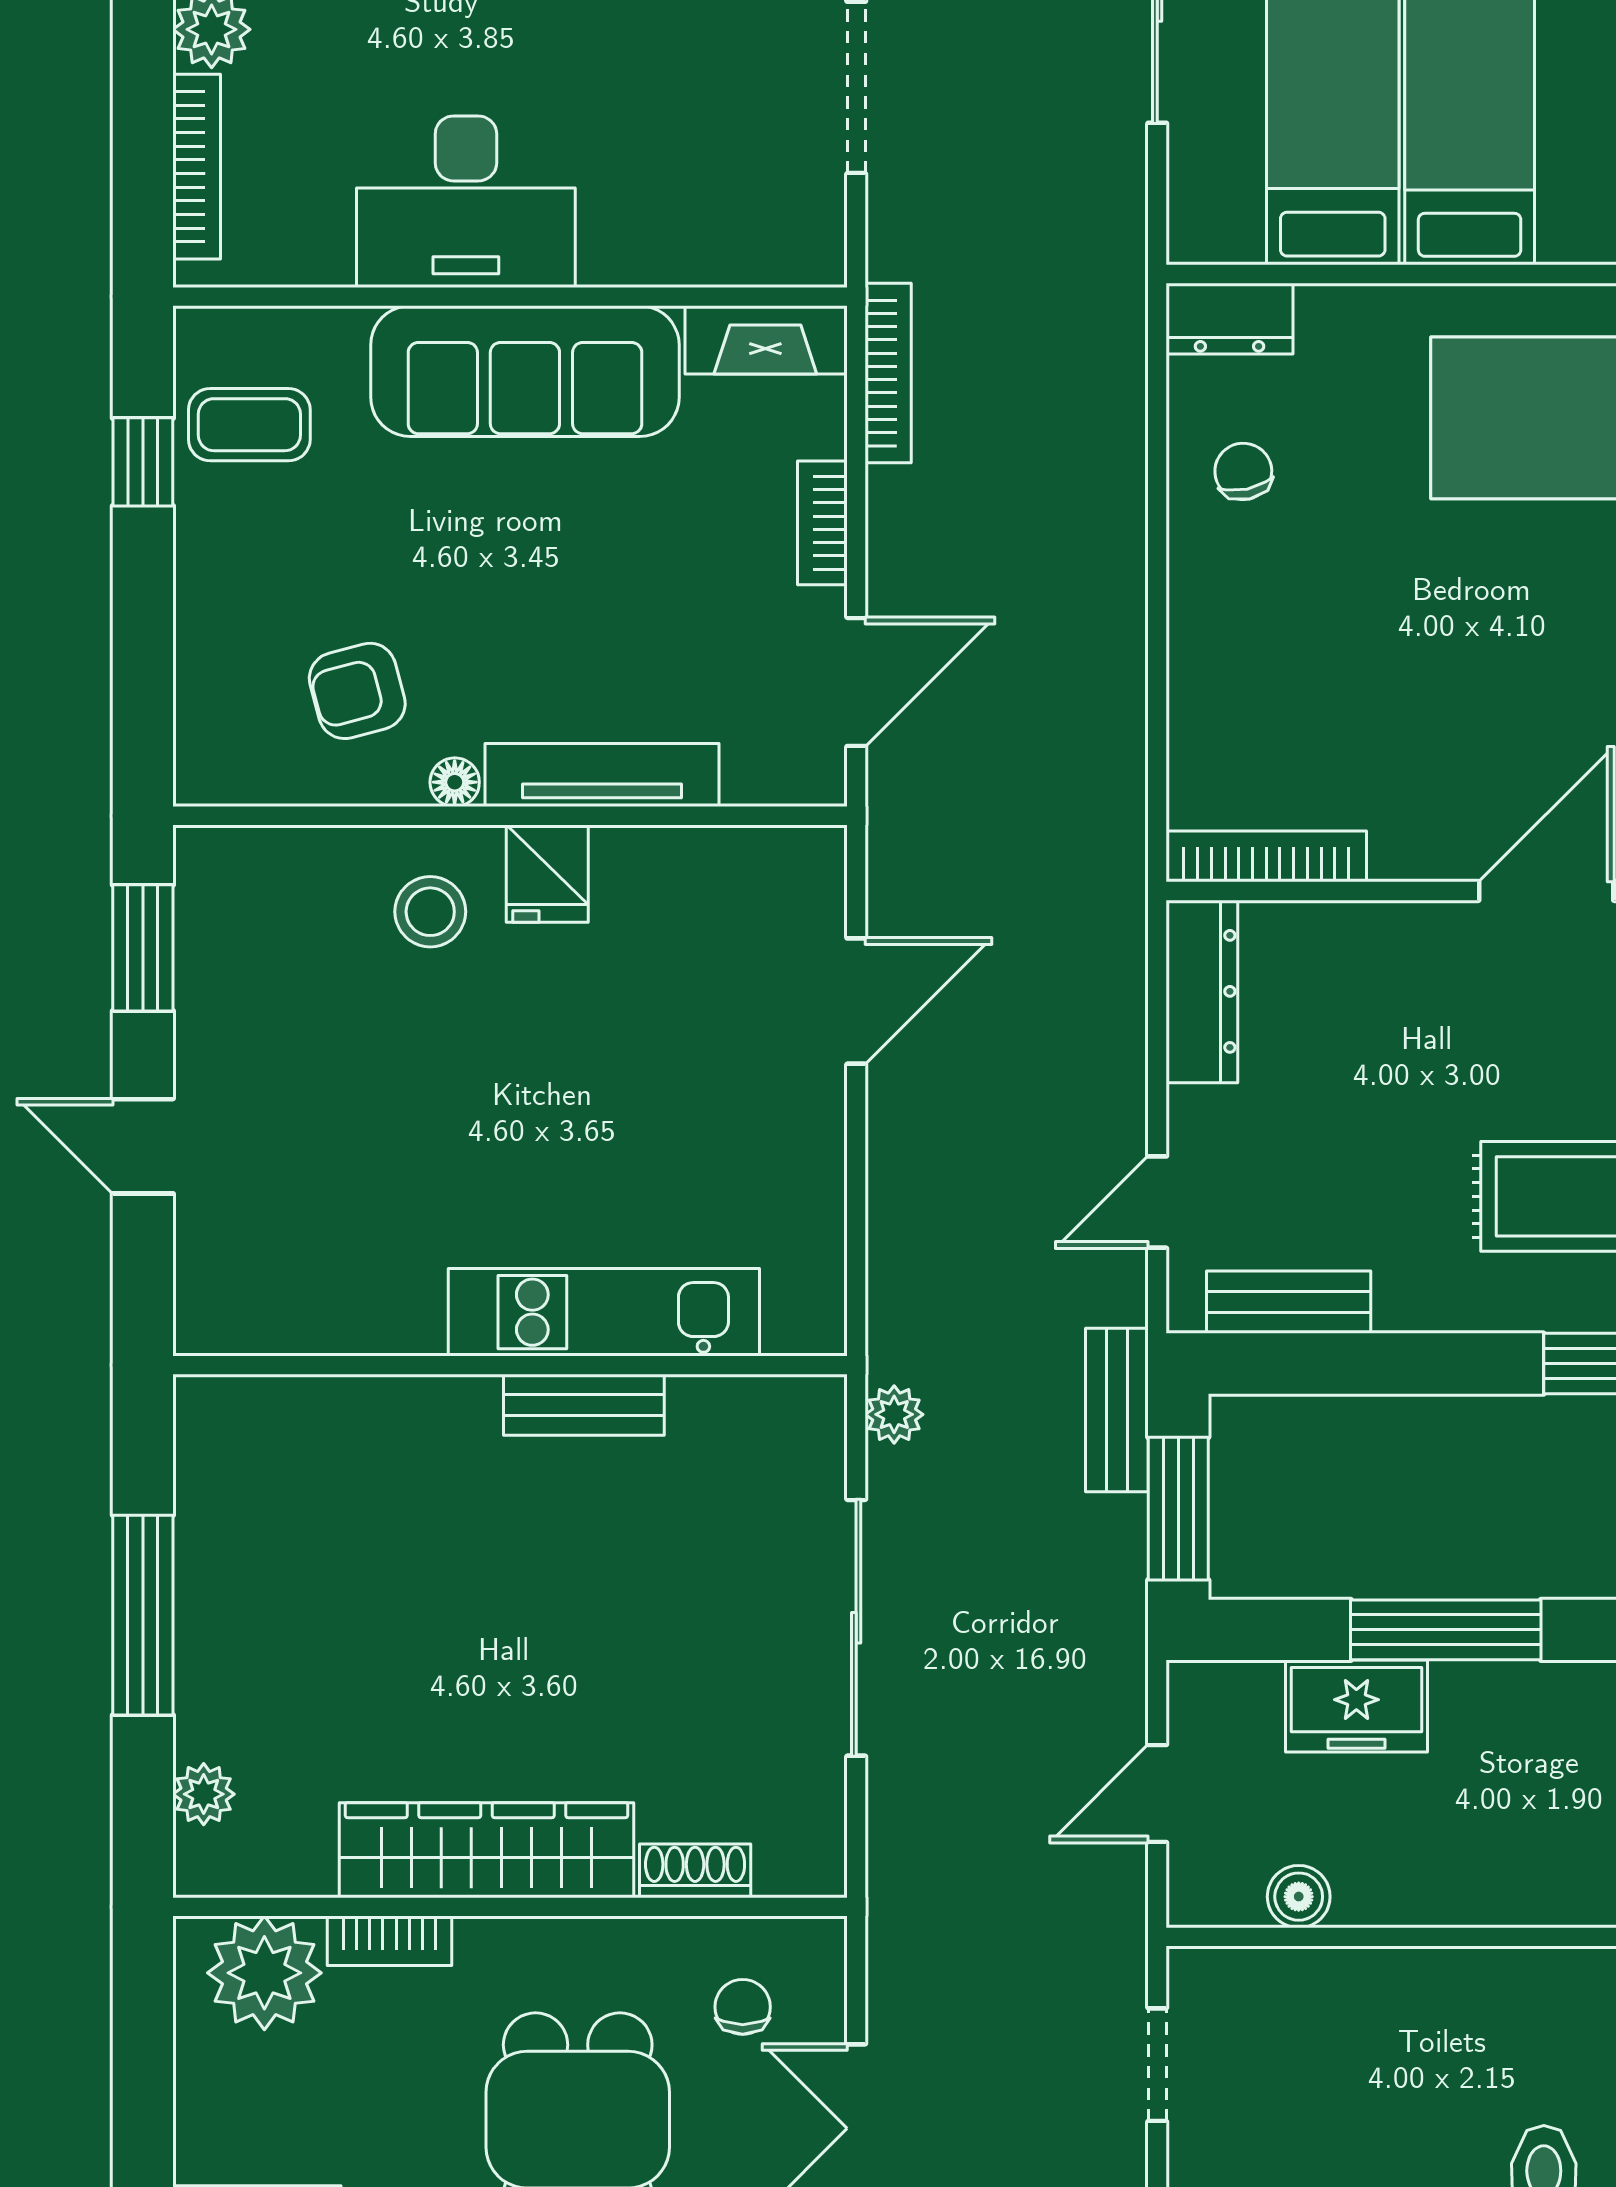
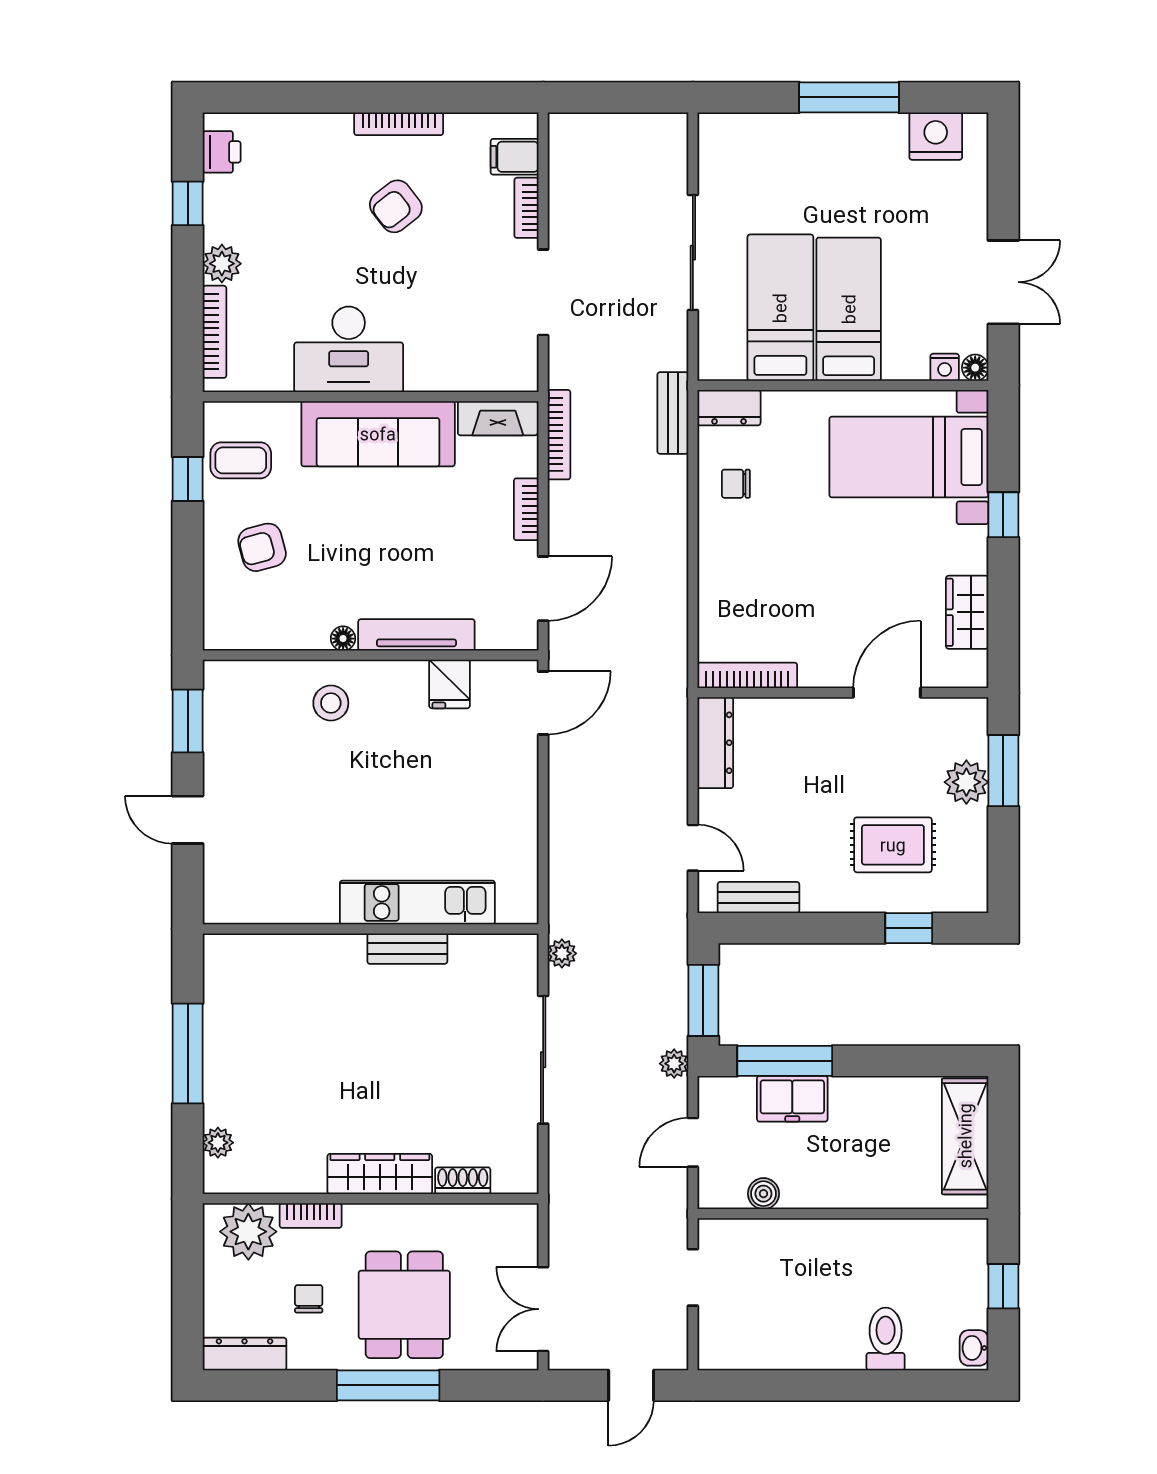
chair: (1243, 471) -> (736, 484), turned -78
armchair: (357, 691) -> (262, 547), moved
fridge: (547, 874) -> (449, 684), moved
door: (856, 1001) -> (543, 703), moved
door: (1157, 1202) -> (693, 848), swing flipped
bench: (1117, 1410) -> (673, 413), moved
window: (1446, 1630) -> (785, 1061), moved
plant: (1119, 1635) -> (674, 1064), added
wardrobe: (486, 1850) -> (380, 1174), width x0.71, depth x0.85
chair: (743, 2007) -> (309, 1299), moved

